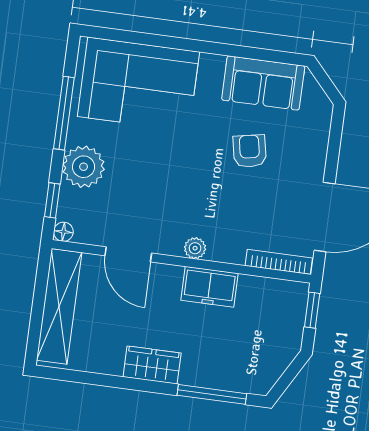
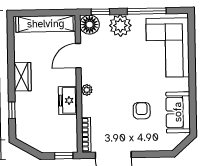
armchair: (250, 151) -> (142, 111), turned -79
floor lamp: (63, 232) -> (90, 25), width x1.89, depth x1.89
window: (212, 394) -> (12, 110), width x0.46

